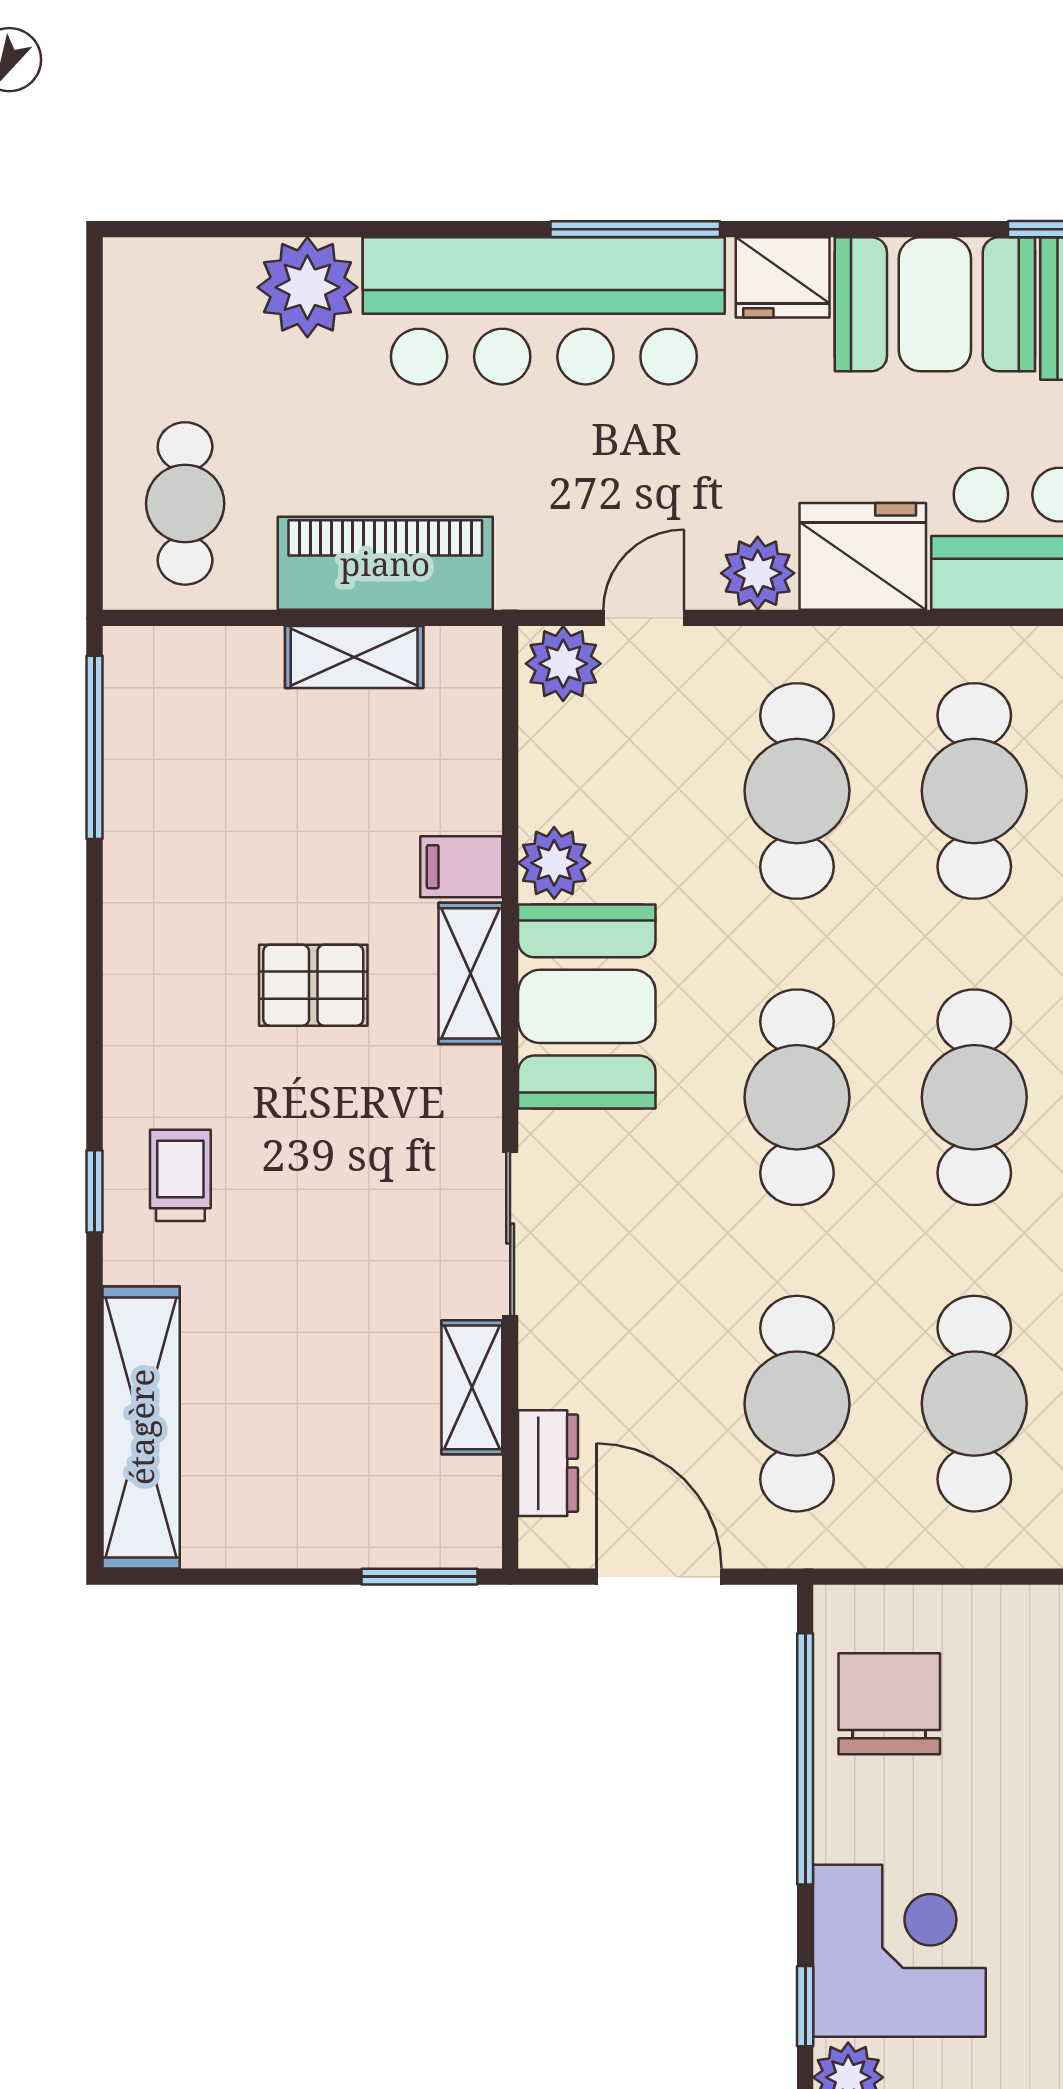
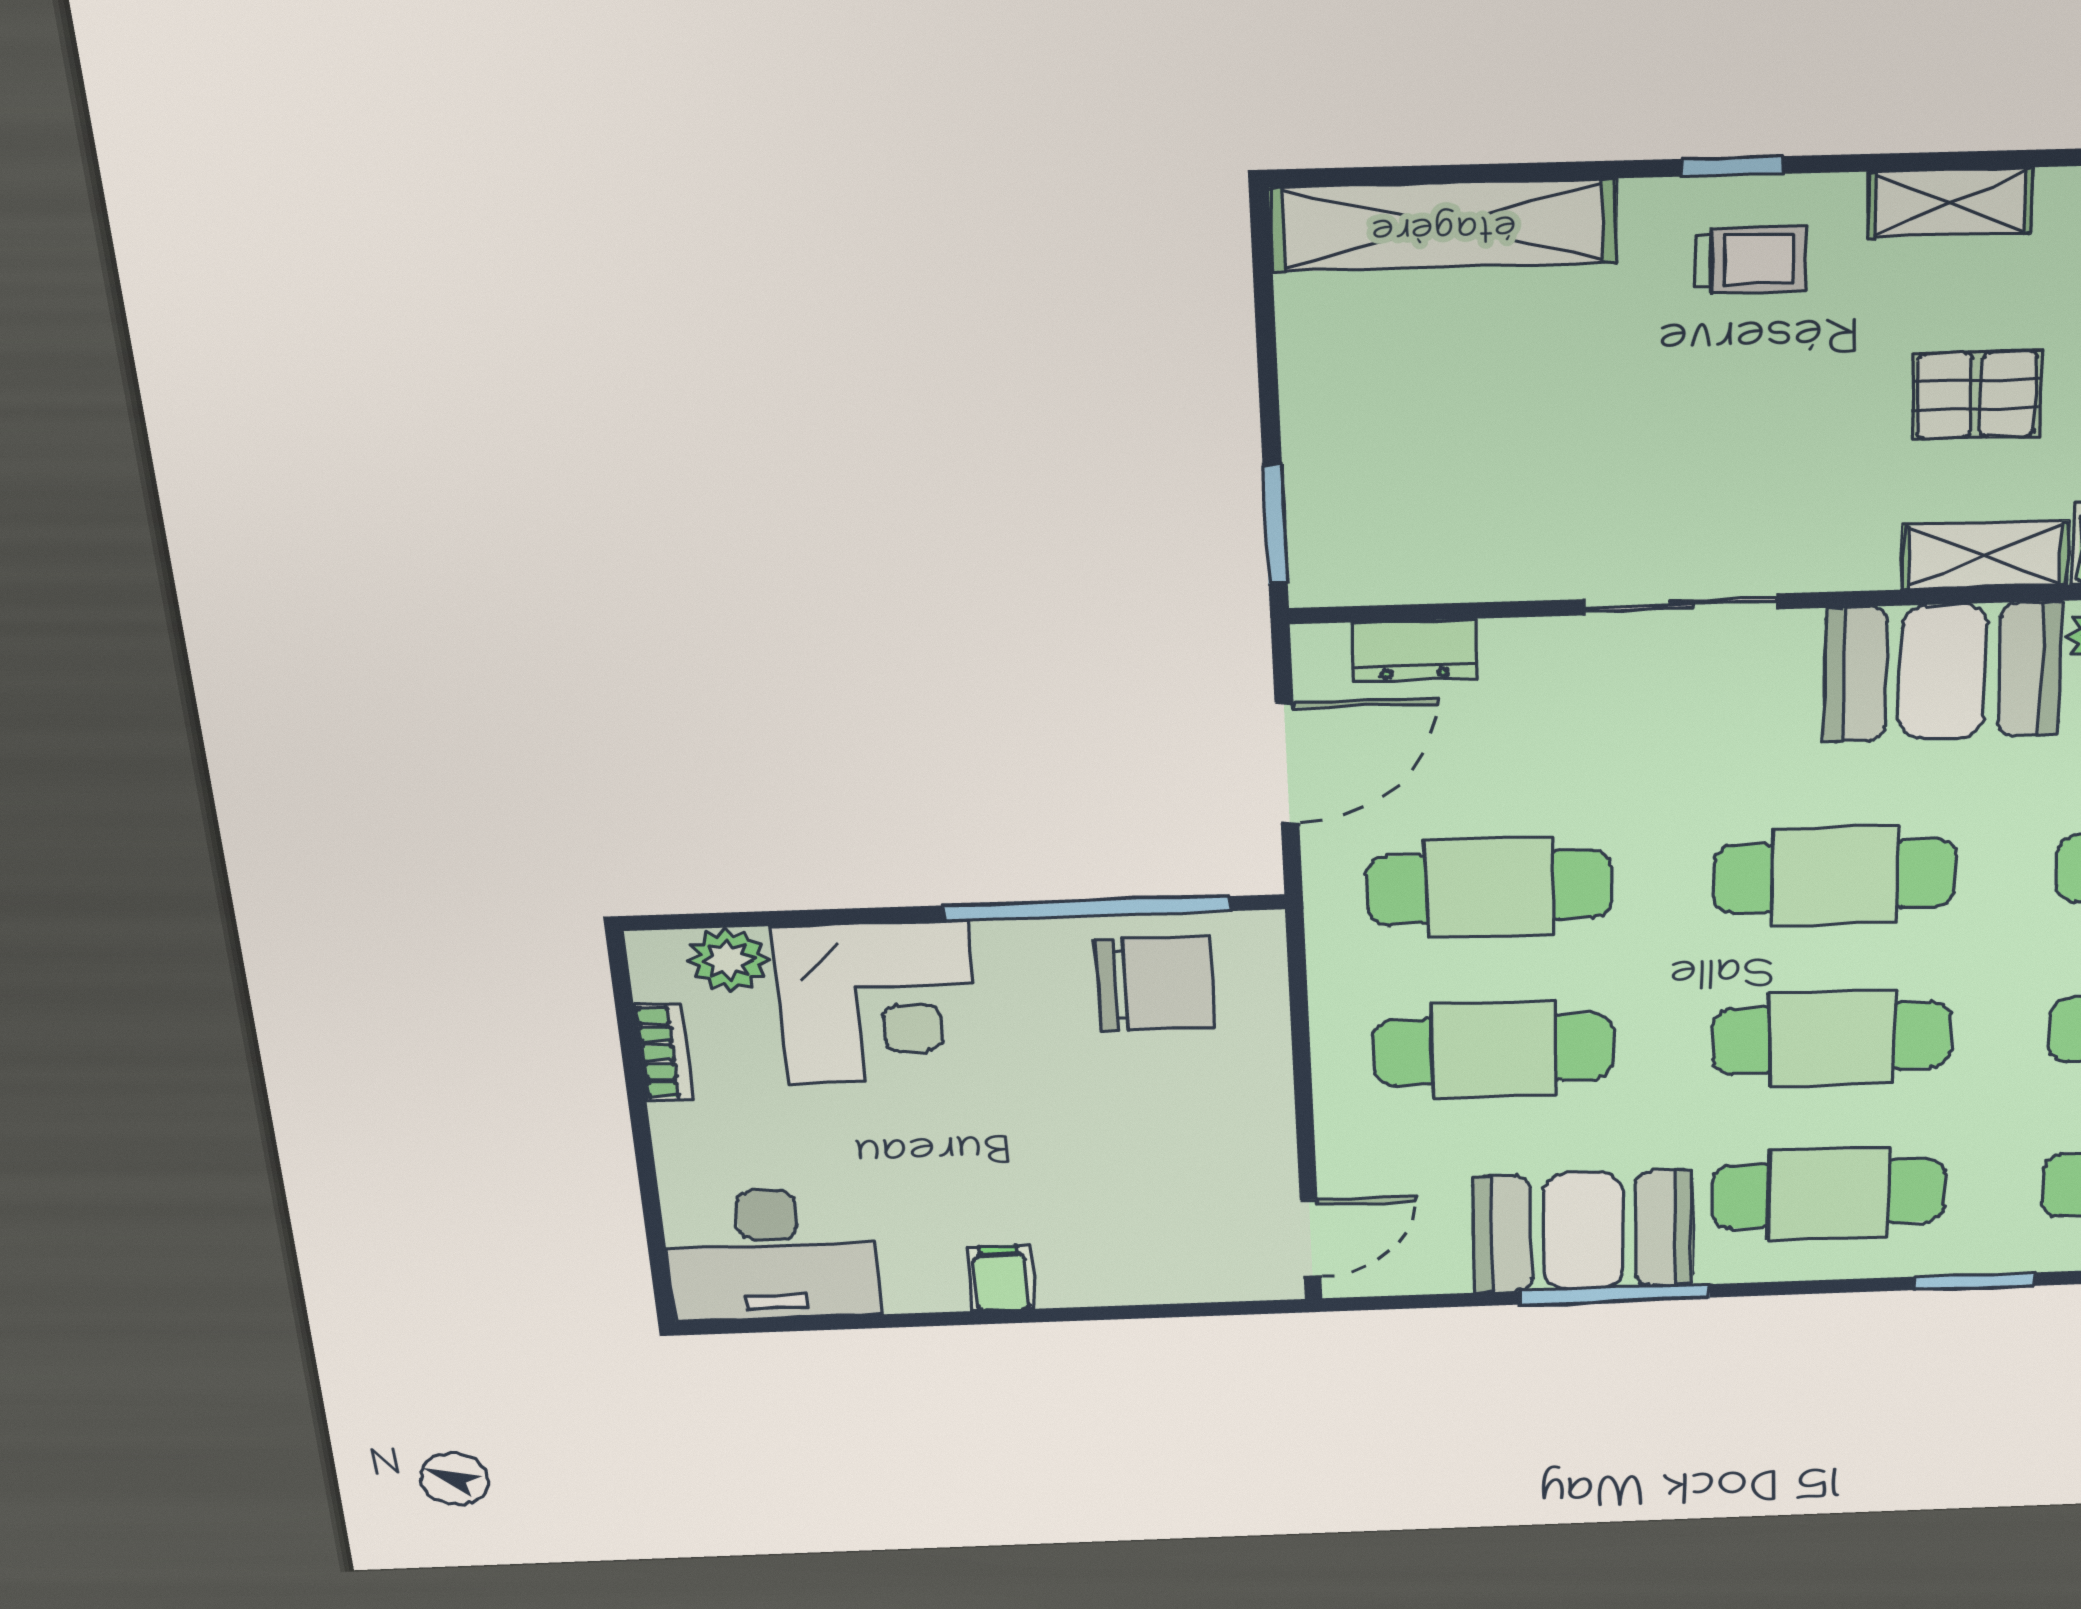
pallet: (313, 985) -> (1976, 395), turned 90
shelving: (472, 1387) -> (1950, 203), moved
window: (805, 2006) -> (805, 918), removed

